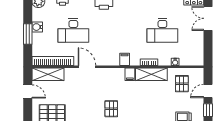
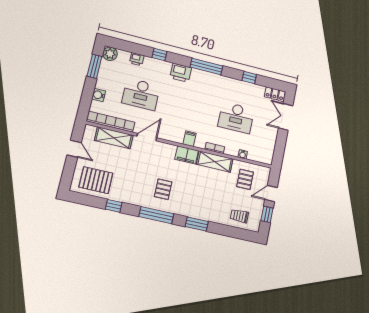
water cooler: (37, 27) -> (99, 95), moved
window: (28, 34) -> (94, 66), moved
door: (87, 67) -> (147, 137), hinge flipped
shelving: (48, 74) -> (114, 138), moved
filing cabinet: (130, 74) -> (187, 155), width x2.00

